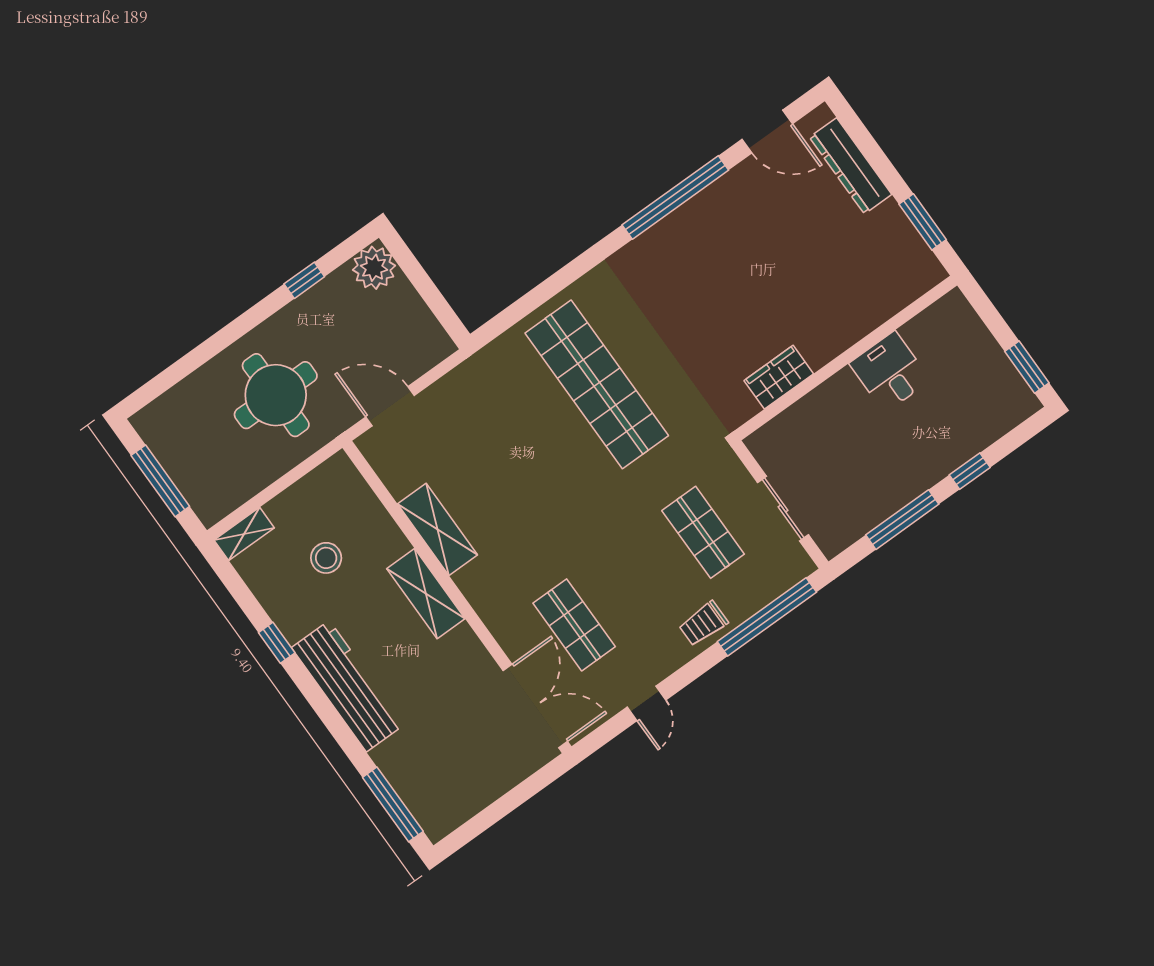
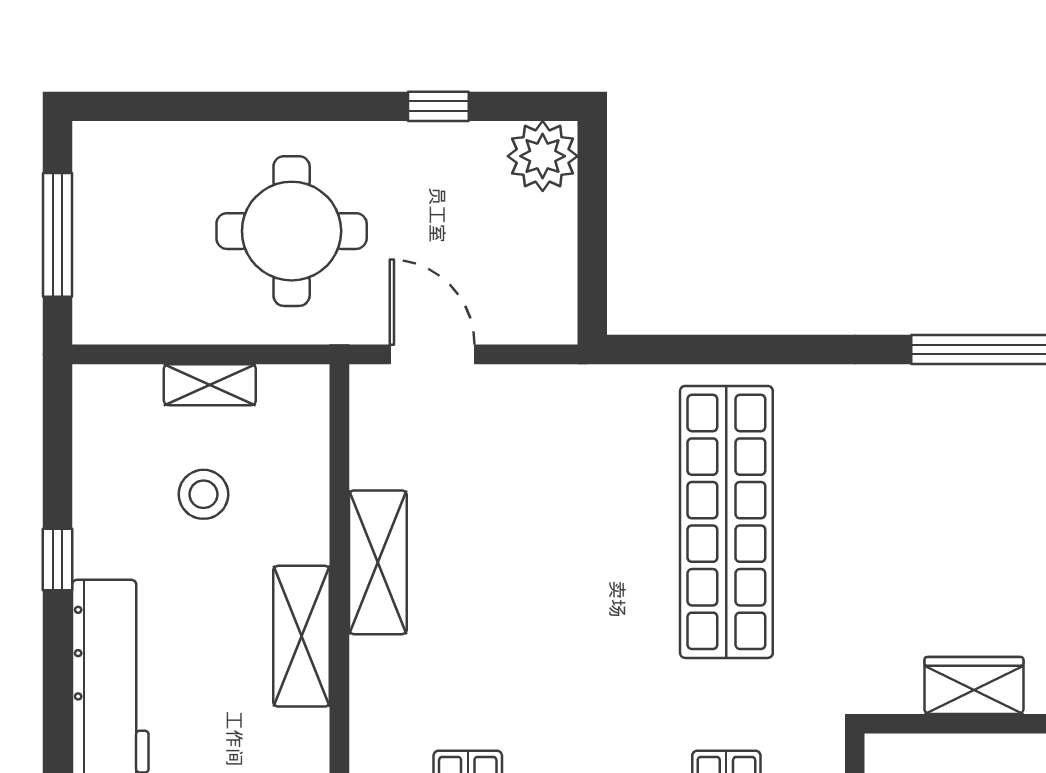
shelving: (244, 534) -> (210, 385), moved

